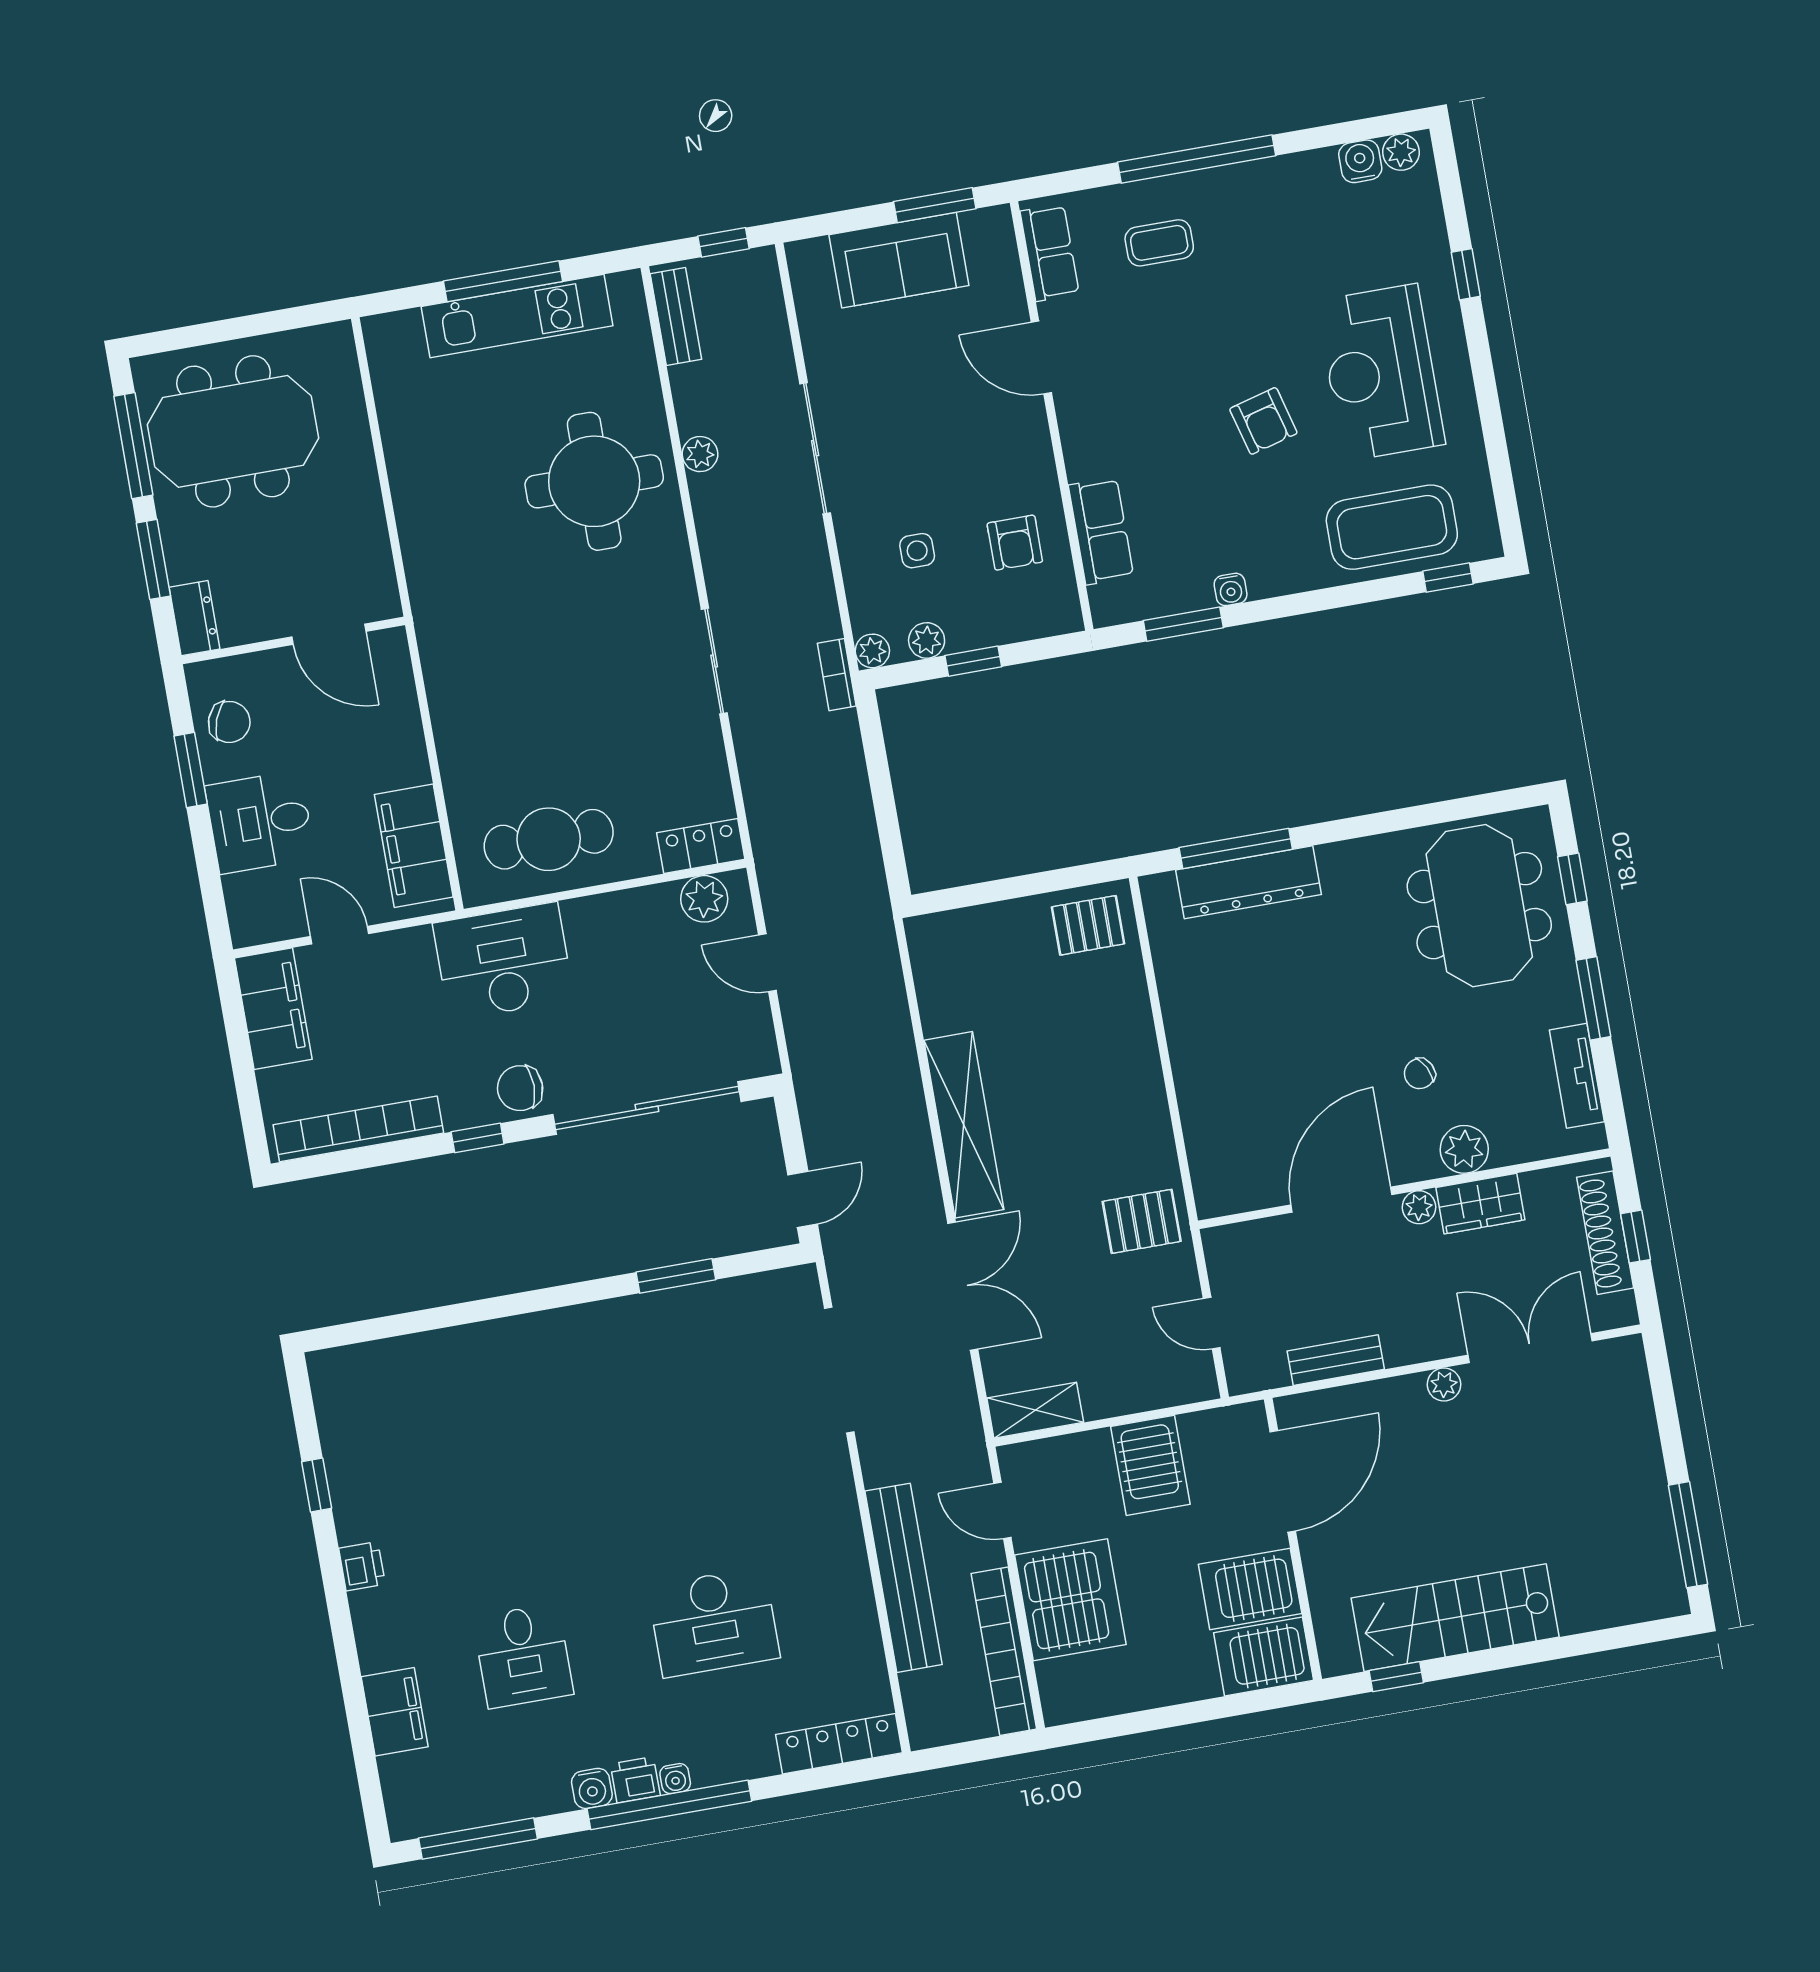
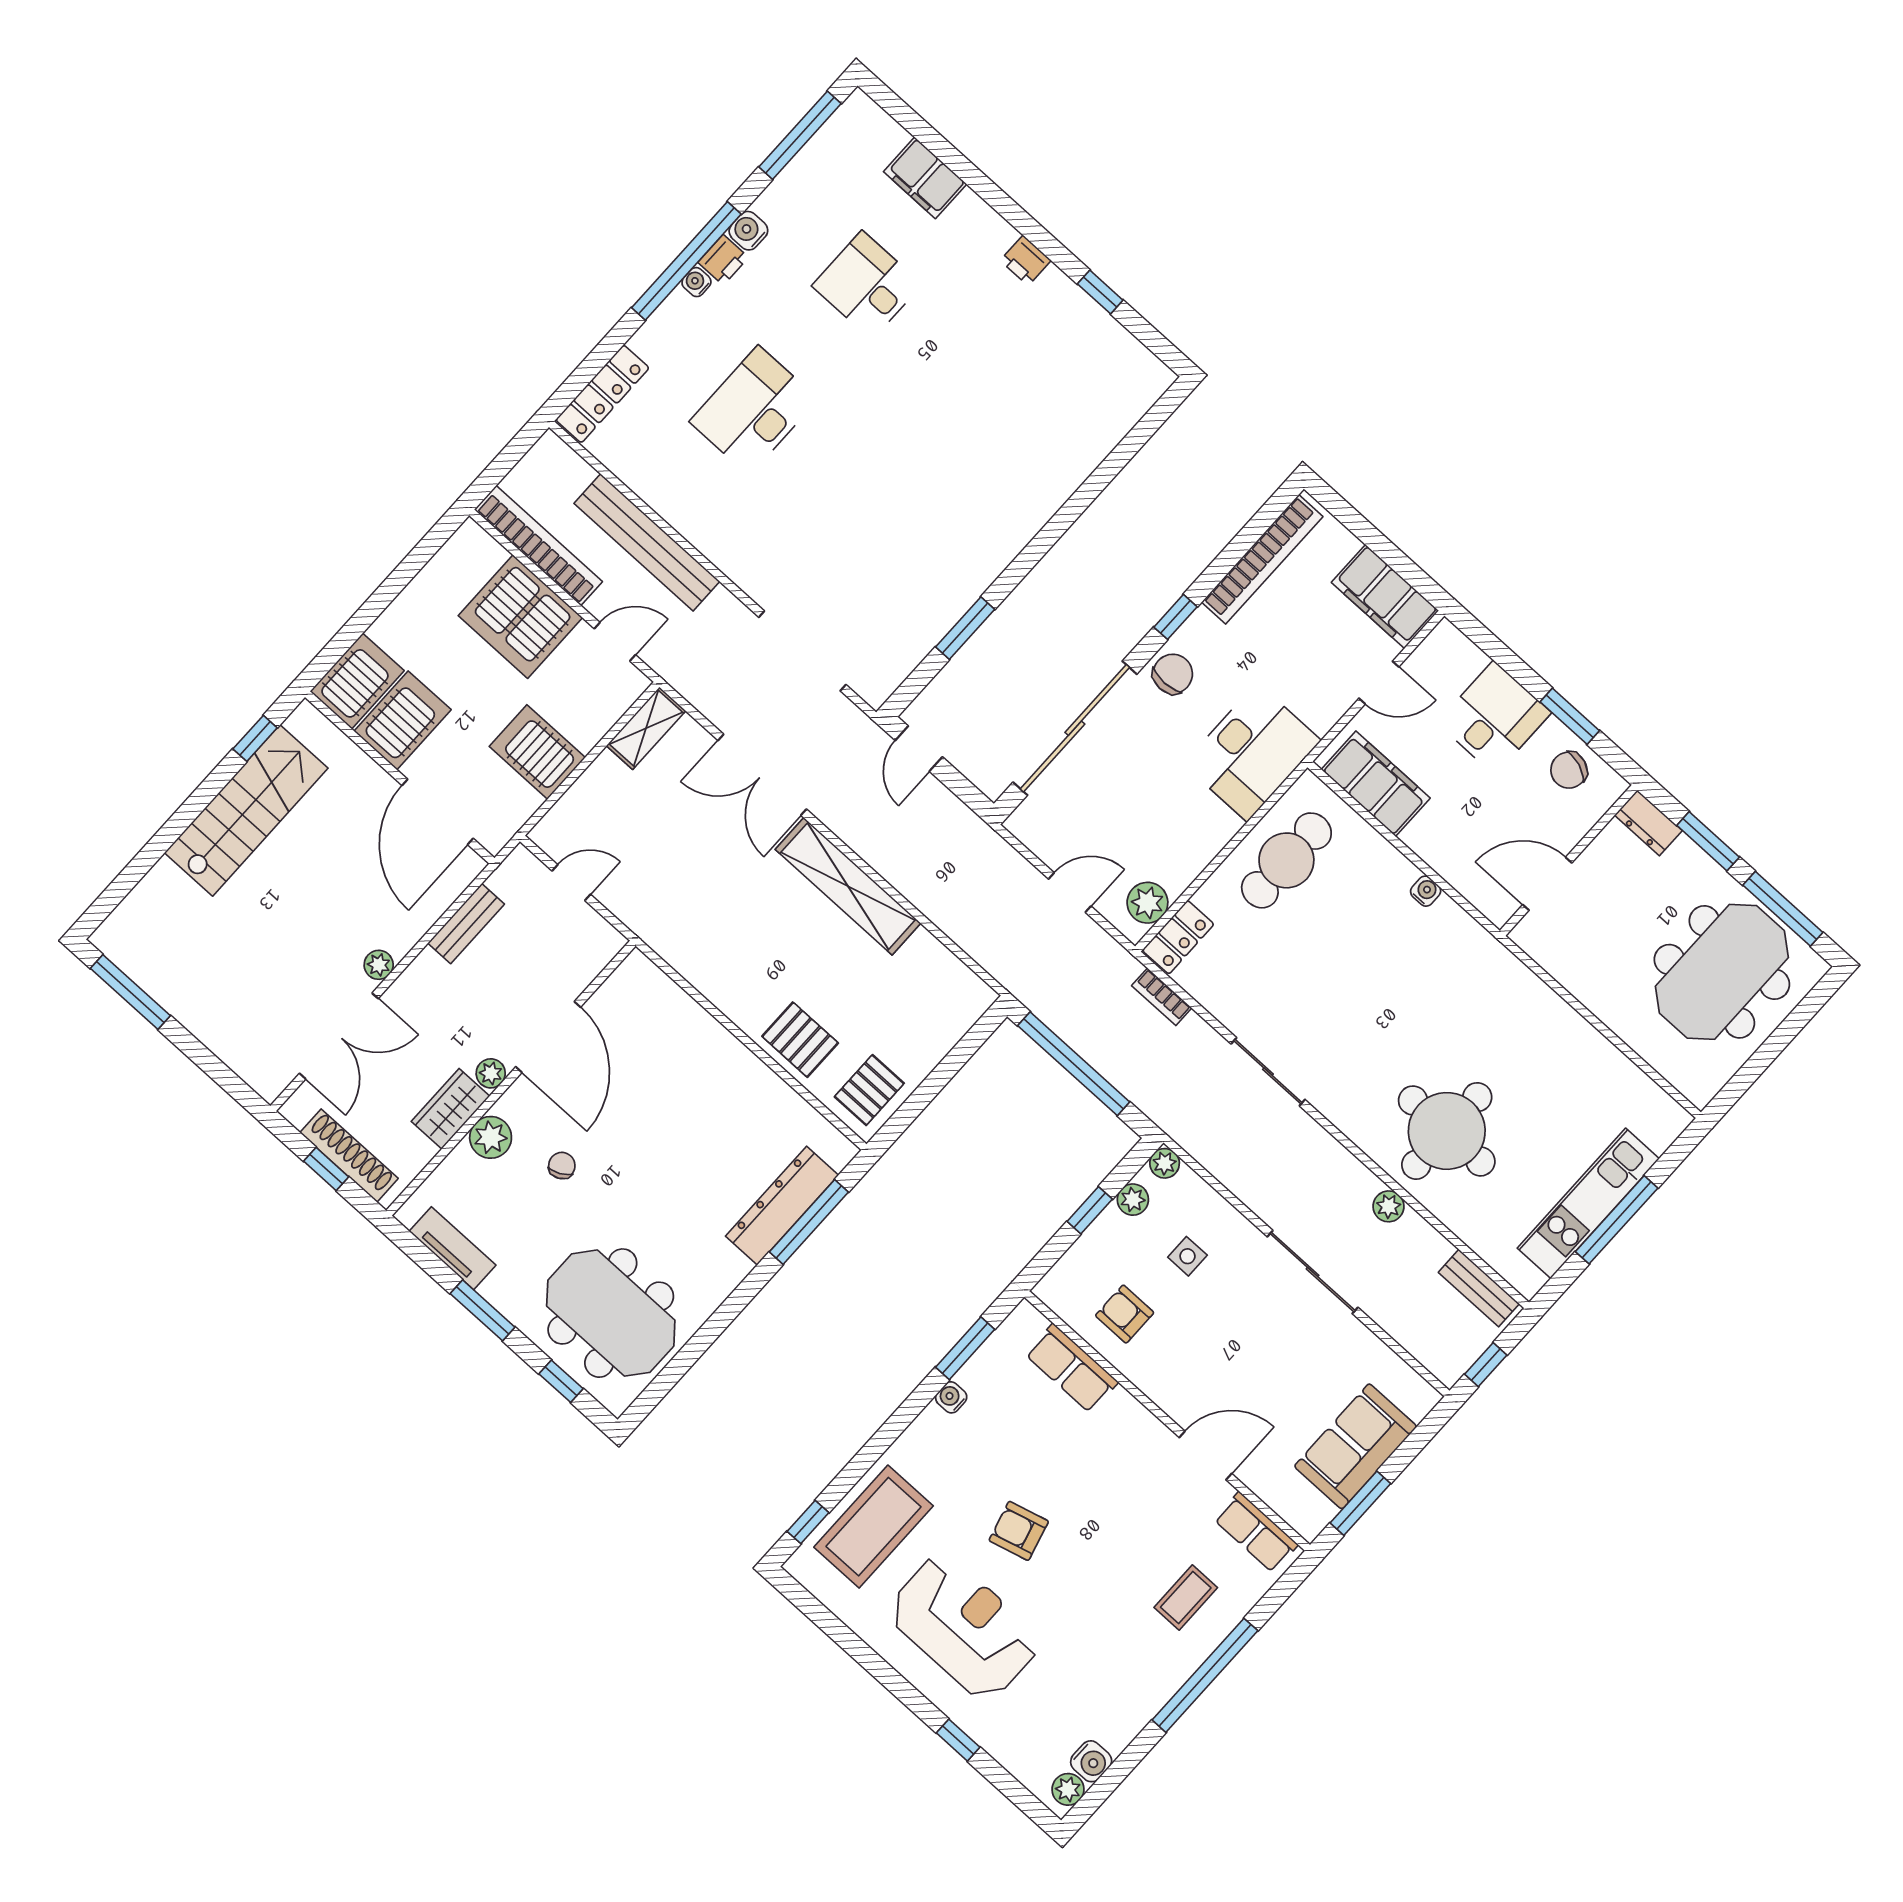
bookcase: (837, 675) -> (1162, 997), moved, turned 180
water cooler: (444, 713) -> (1426, 891), added
window: (884, 805) -> (1074, 1064), added
pallet: (1142, 1221) -> (800, 1040), moved, turned 90

